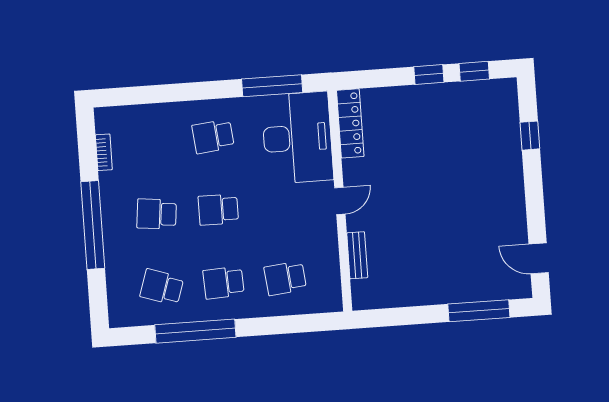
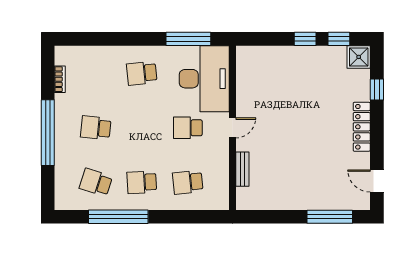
shower: (502, 94) -> (359, 57), added
locker: (350, 123) -> (362, 127), moved, turned 180
school desk: (218, 210) -> (188, 128), moved

